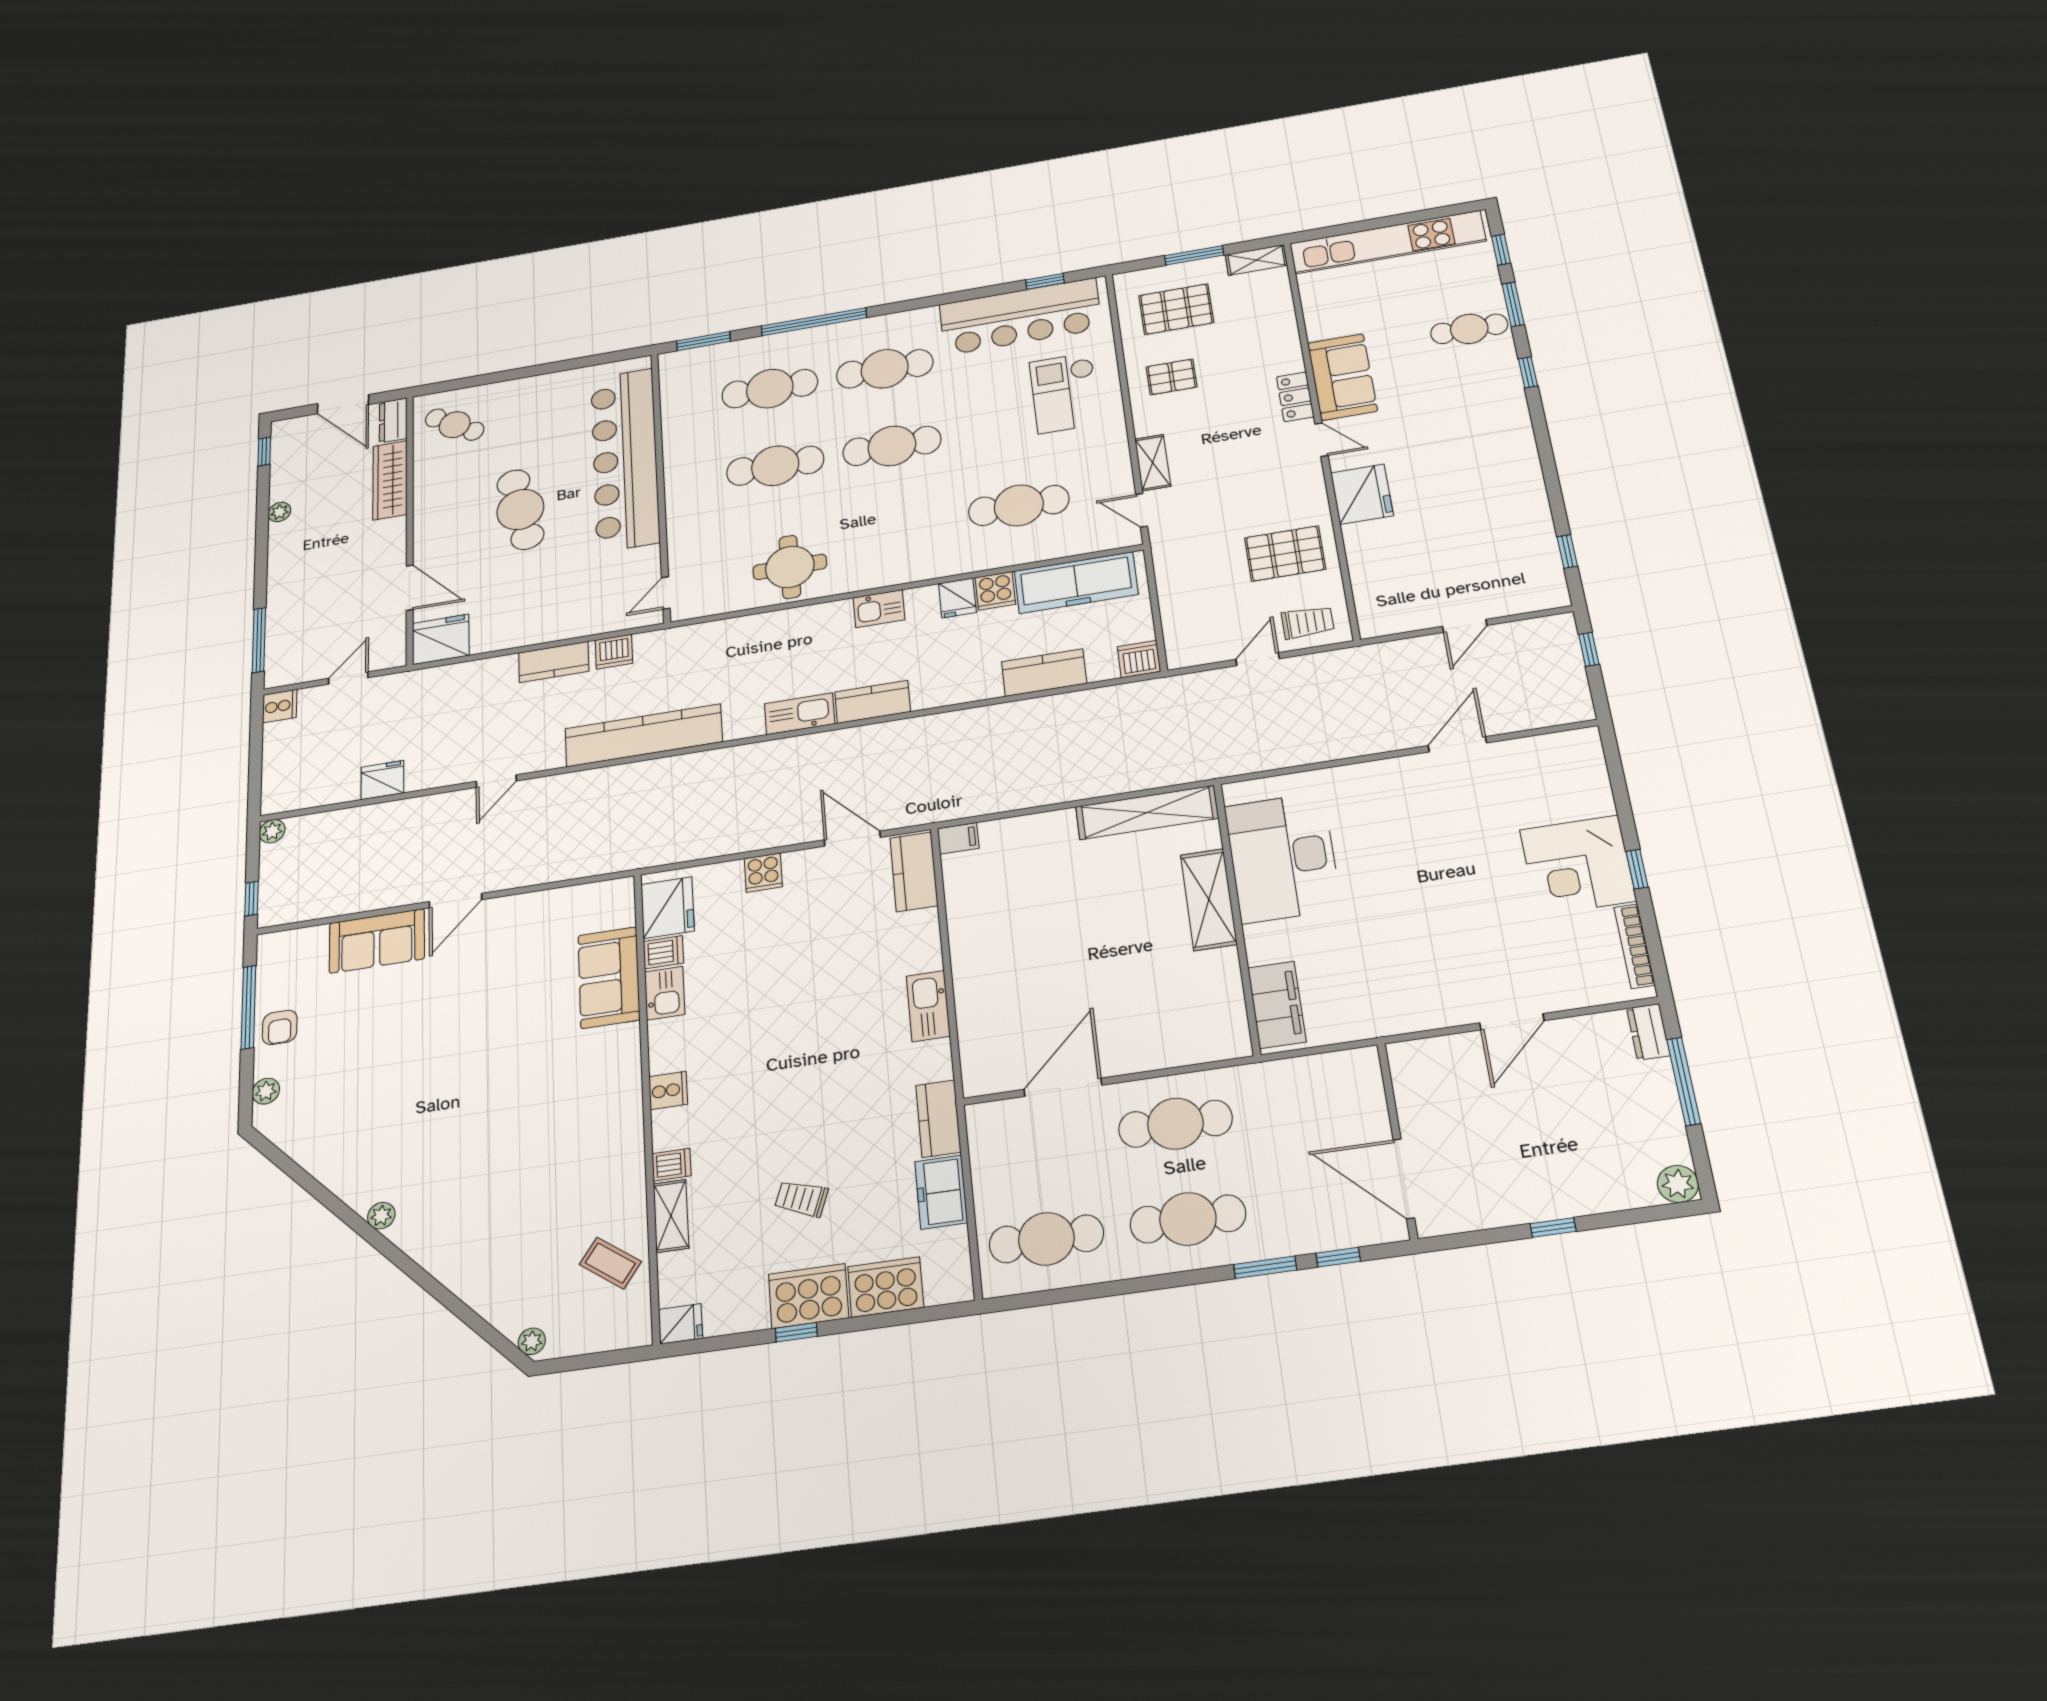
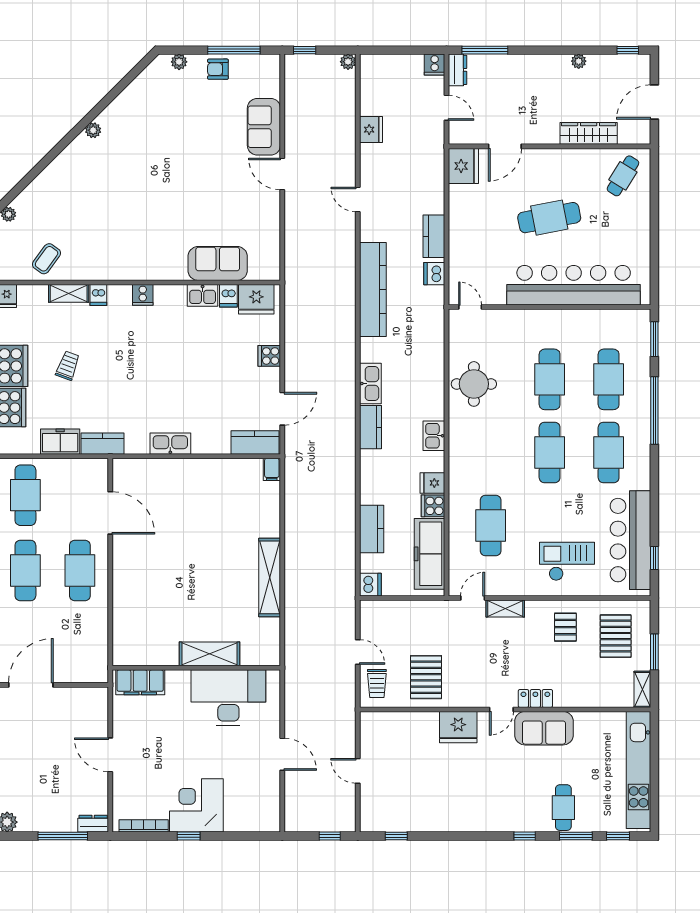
dresser: (393, 420) -> (458, 70), moved, turned 90
desk: (1283, 857) -> (228, 698), moved
shelving: (1209, 899) -> (209, 654), moved
wall: (1237, 917) -> (196, 668), moved
filing cabinet: (1277, 1005) -> (140, 682), moved

